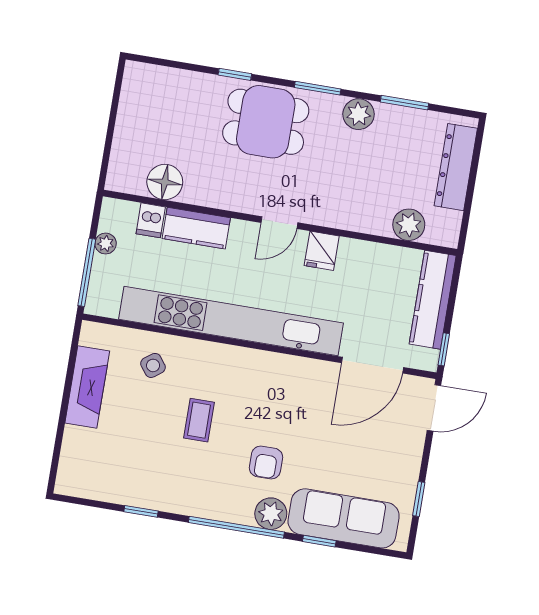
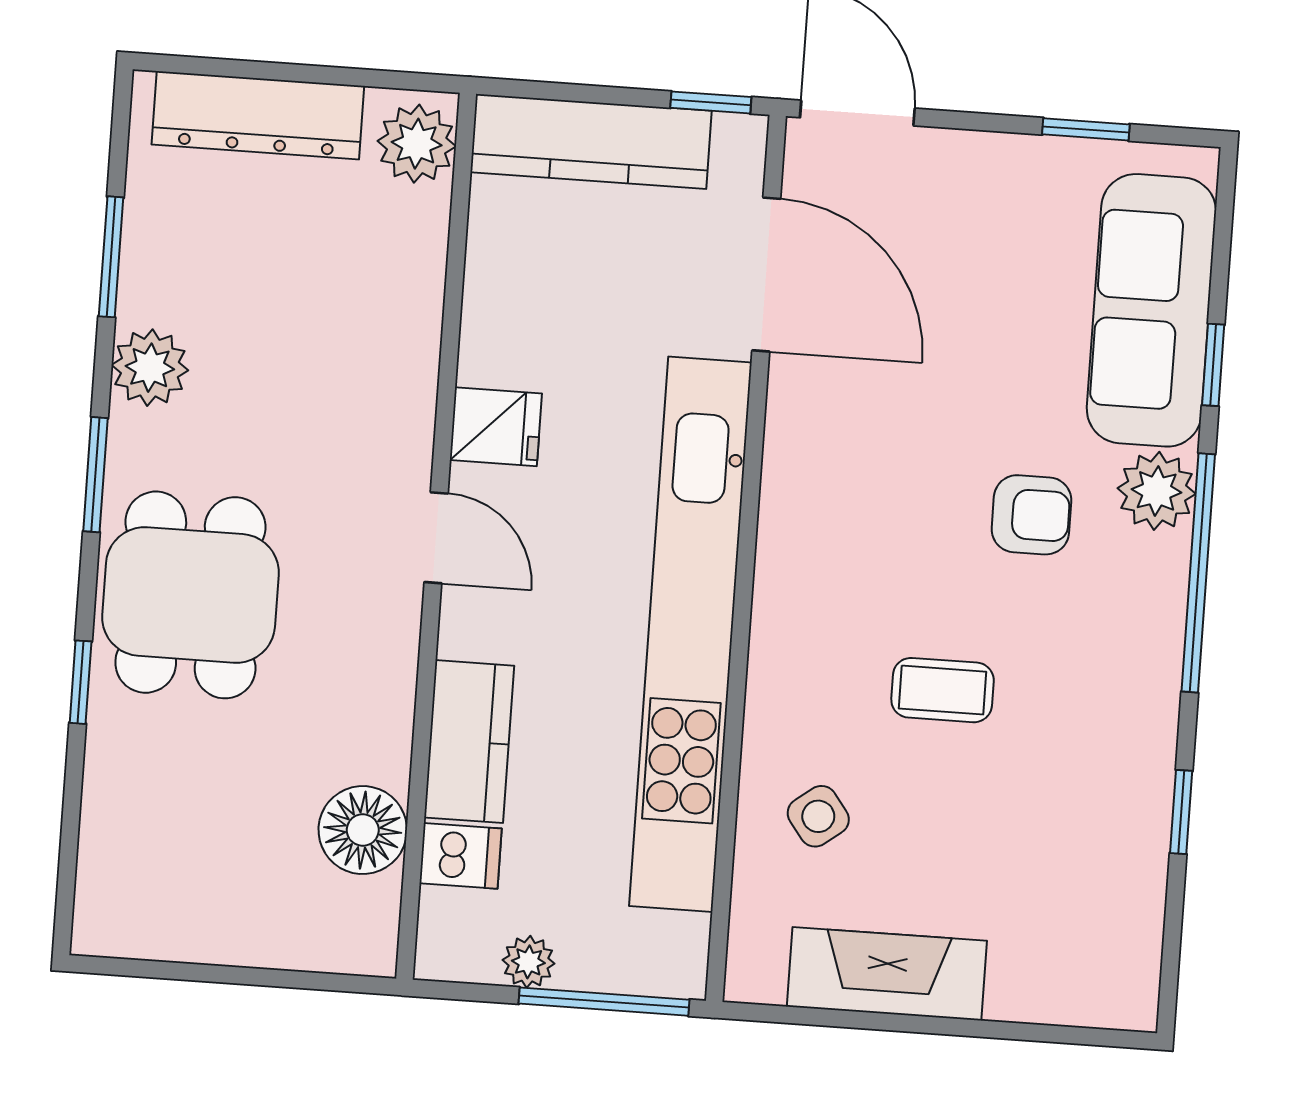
plant: (409, 225) -> (417, 144), moved

